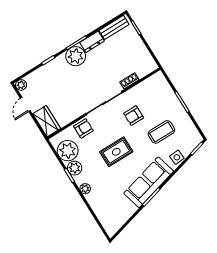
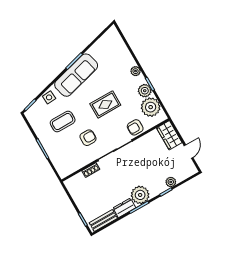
plant: (21, 85) -> (171, 182), moved

